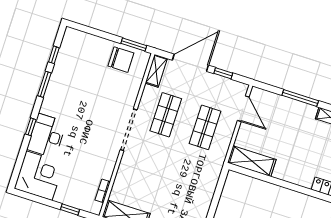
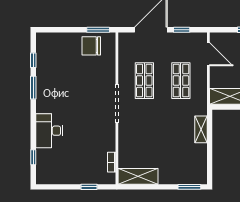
chair: (121, 60) -> (91, 46), turned 180
shelving: (156, 71) -> (201, 129), moved
window: (31, 127) -> (33, 157), moved
corner desk: (39, 176) -> (54, 167), removed

